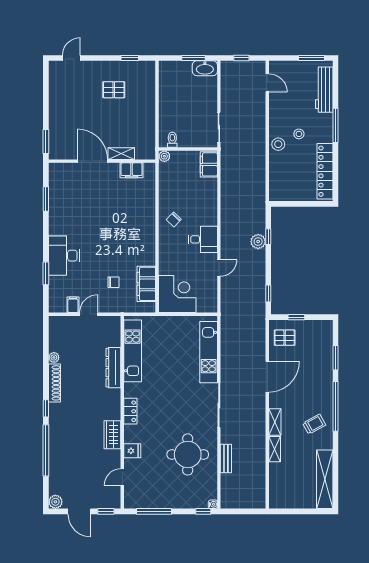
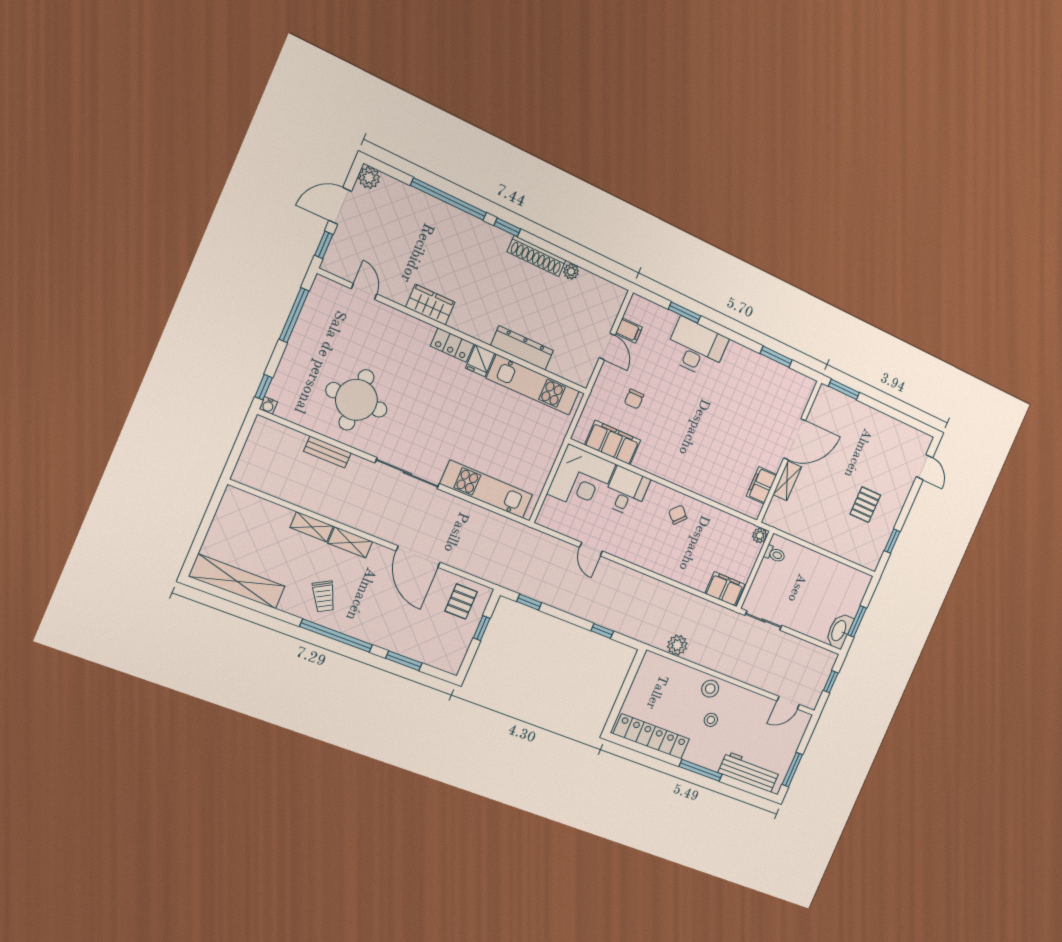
desk: (203, 239) -> (626, 491), moved, turned 180
plant: (258, 242) -> (677, 645), moved
fridge: (132, 451) -> (480, 361), moved

